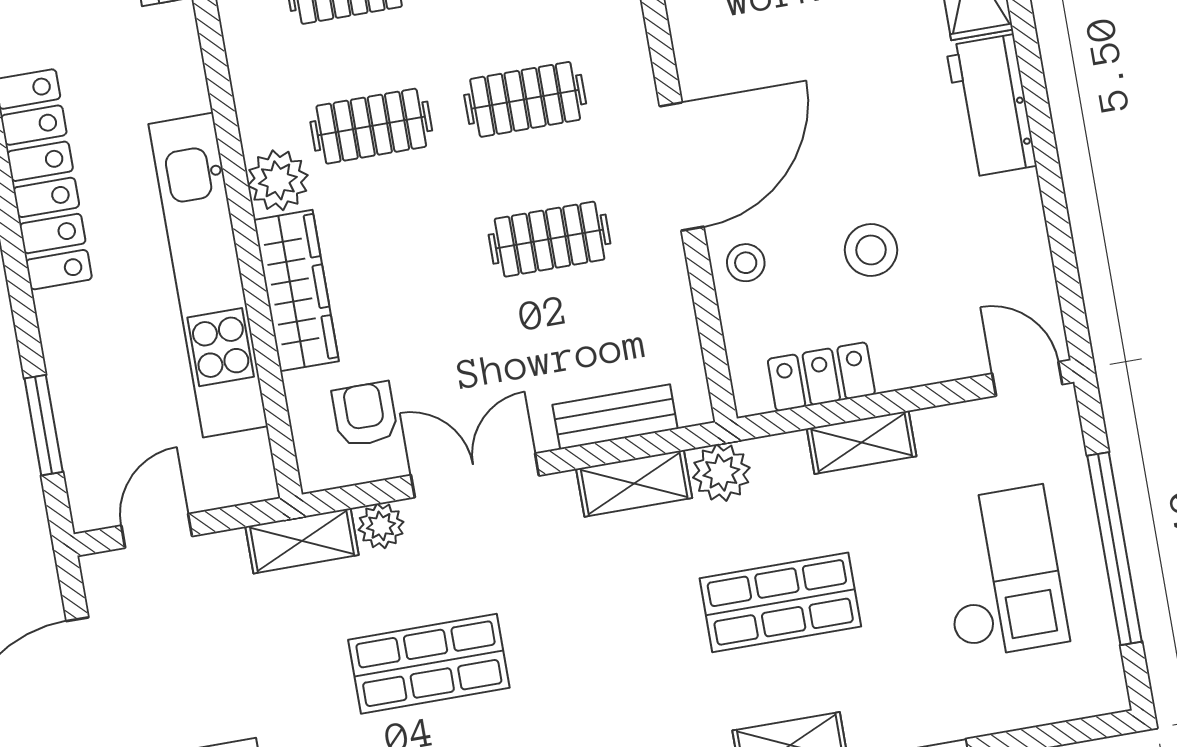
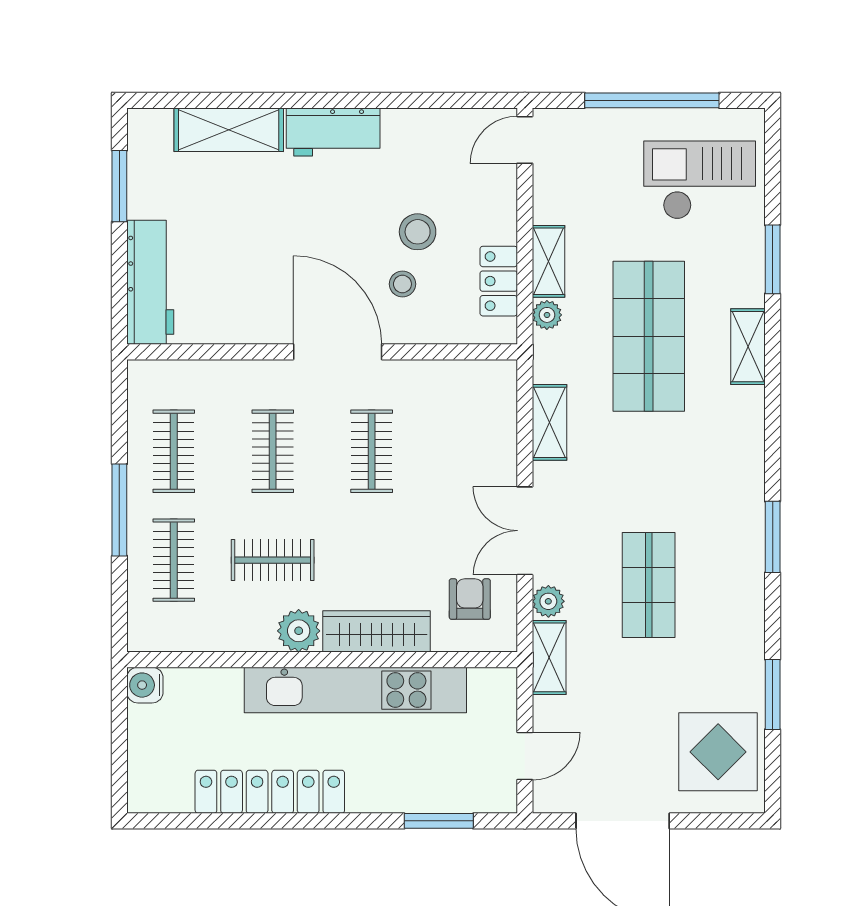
clothes rail: (371, 126) -> (273, 560), turned 90
stool: (746, 263) -> (402, 284), moved
armchair: (365, 414) -> (470, 599), turned 90
bench: (615, 417) -> (501, 428), removed
plant: (721, 473) -> (547, 315), moved, width x0.73, depth x0.73
door: (157, 531) -> (525, 756), swing flipped
checkout: (1001, 572) -> (700, 180), moved
shop shelf: (780, 602) -> (649, 336), width x1.43, depth x1.36

